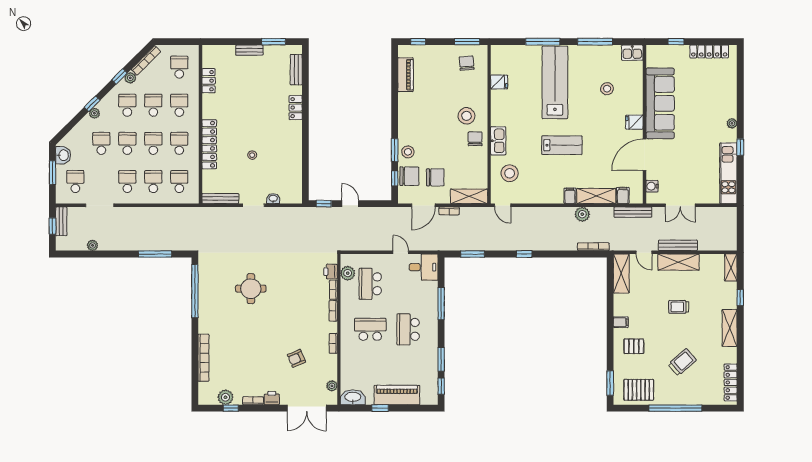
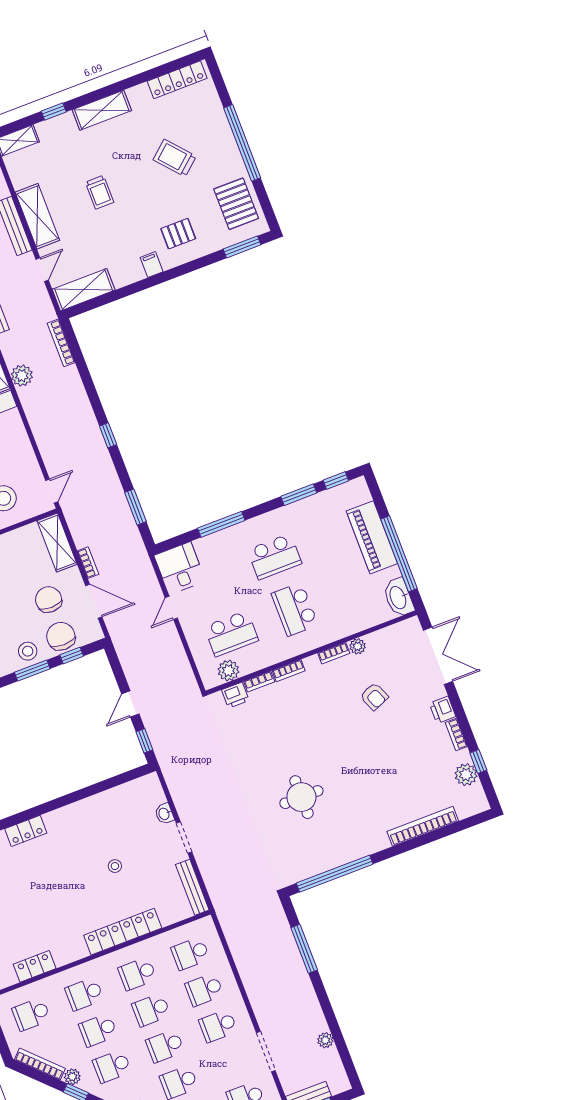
pallet: (634, 346) -> (178, 234), turned 90
plant: (332, 386) -> (358, 646), moved
window: (380, 408) -> (399, 554), width x3.17

